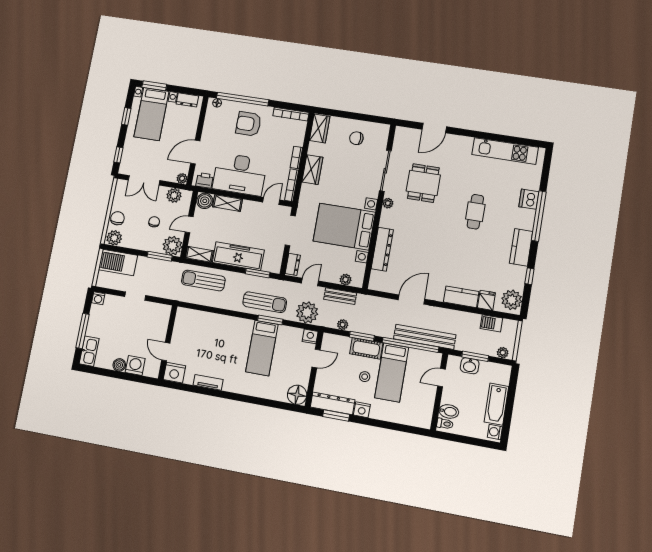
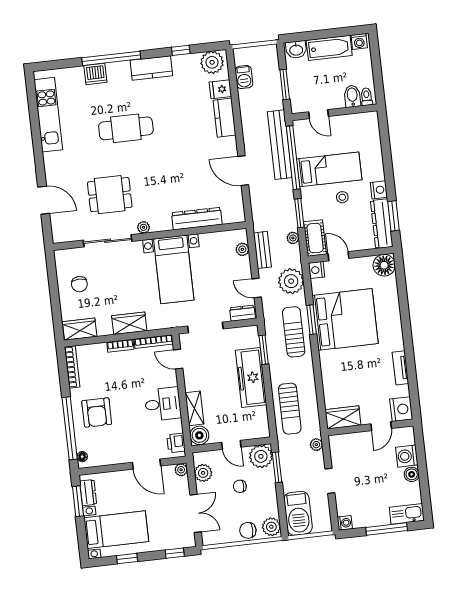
window: (154, 86) -> (78, 501), moved
desk: (240, 174) -> (163, 404), width x0.53, depth x0.77
cafe table: (475, 212) -> (126, 128), width x1.37, depth x1.35
bed with nightstands: (344, 227) -> (174, 269), width x0.73
shelving: (199, 254) -> (262, 422), removed
wardrobe: (183, 322) -> (343, 417), added
bed: (262, 348) -> (345, 319), width x2.04
cot: (366, 348) -> (315, 238), moved
plant: (503, 353) -> (316, 445), moved
washbasin: (470, 366) -> (296, 50), moved, turned 90

